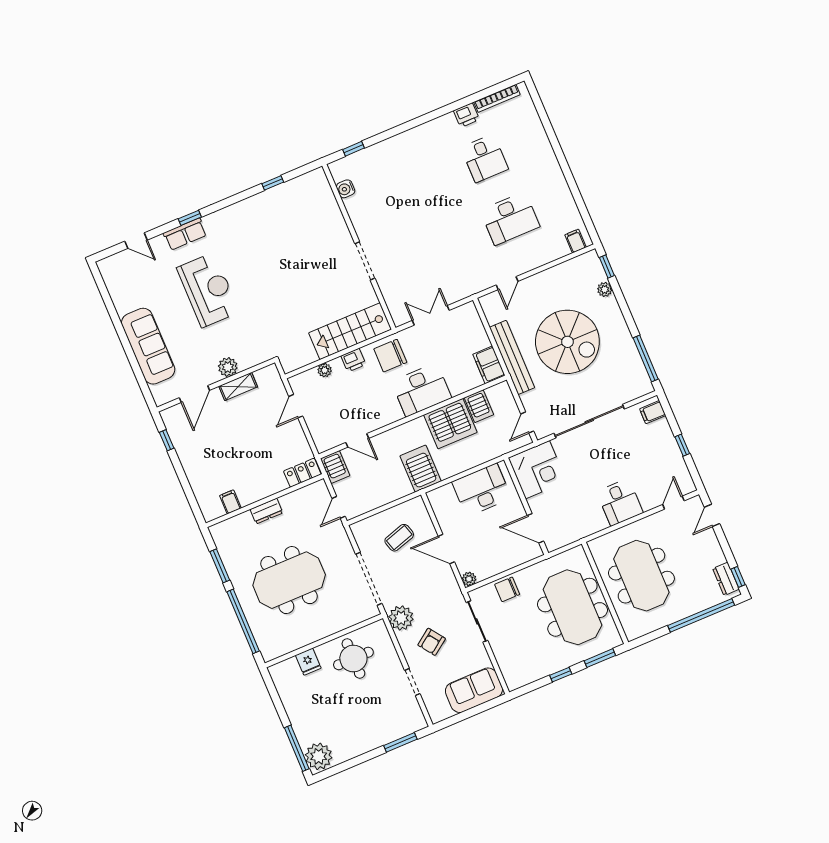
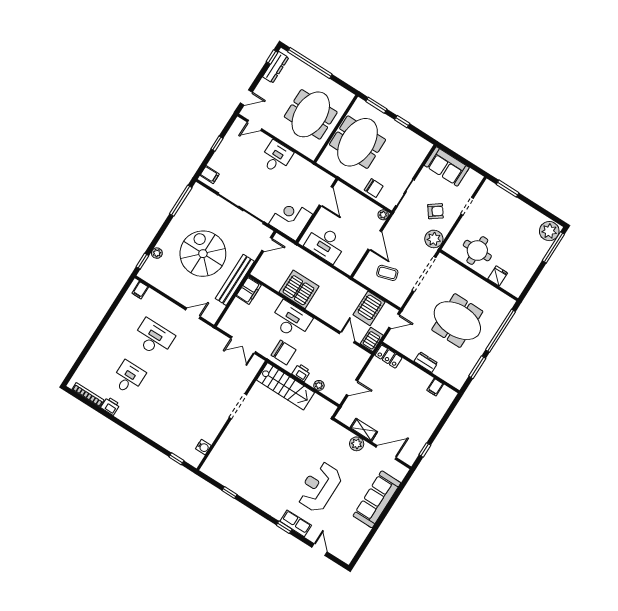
server rack: (479, 406) -> (277, 280), removed
server rack: (421, 469) -> (369, 308), moved
dresser: (726, 579) -> (276, 67), width x1.44

